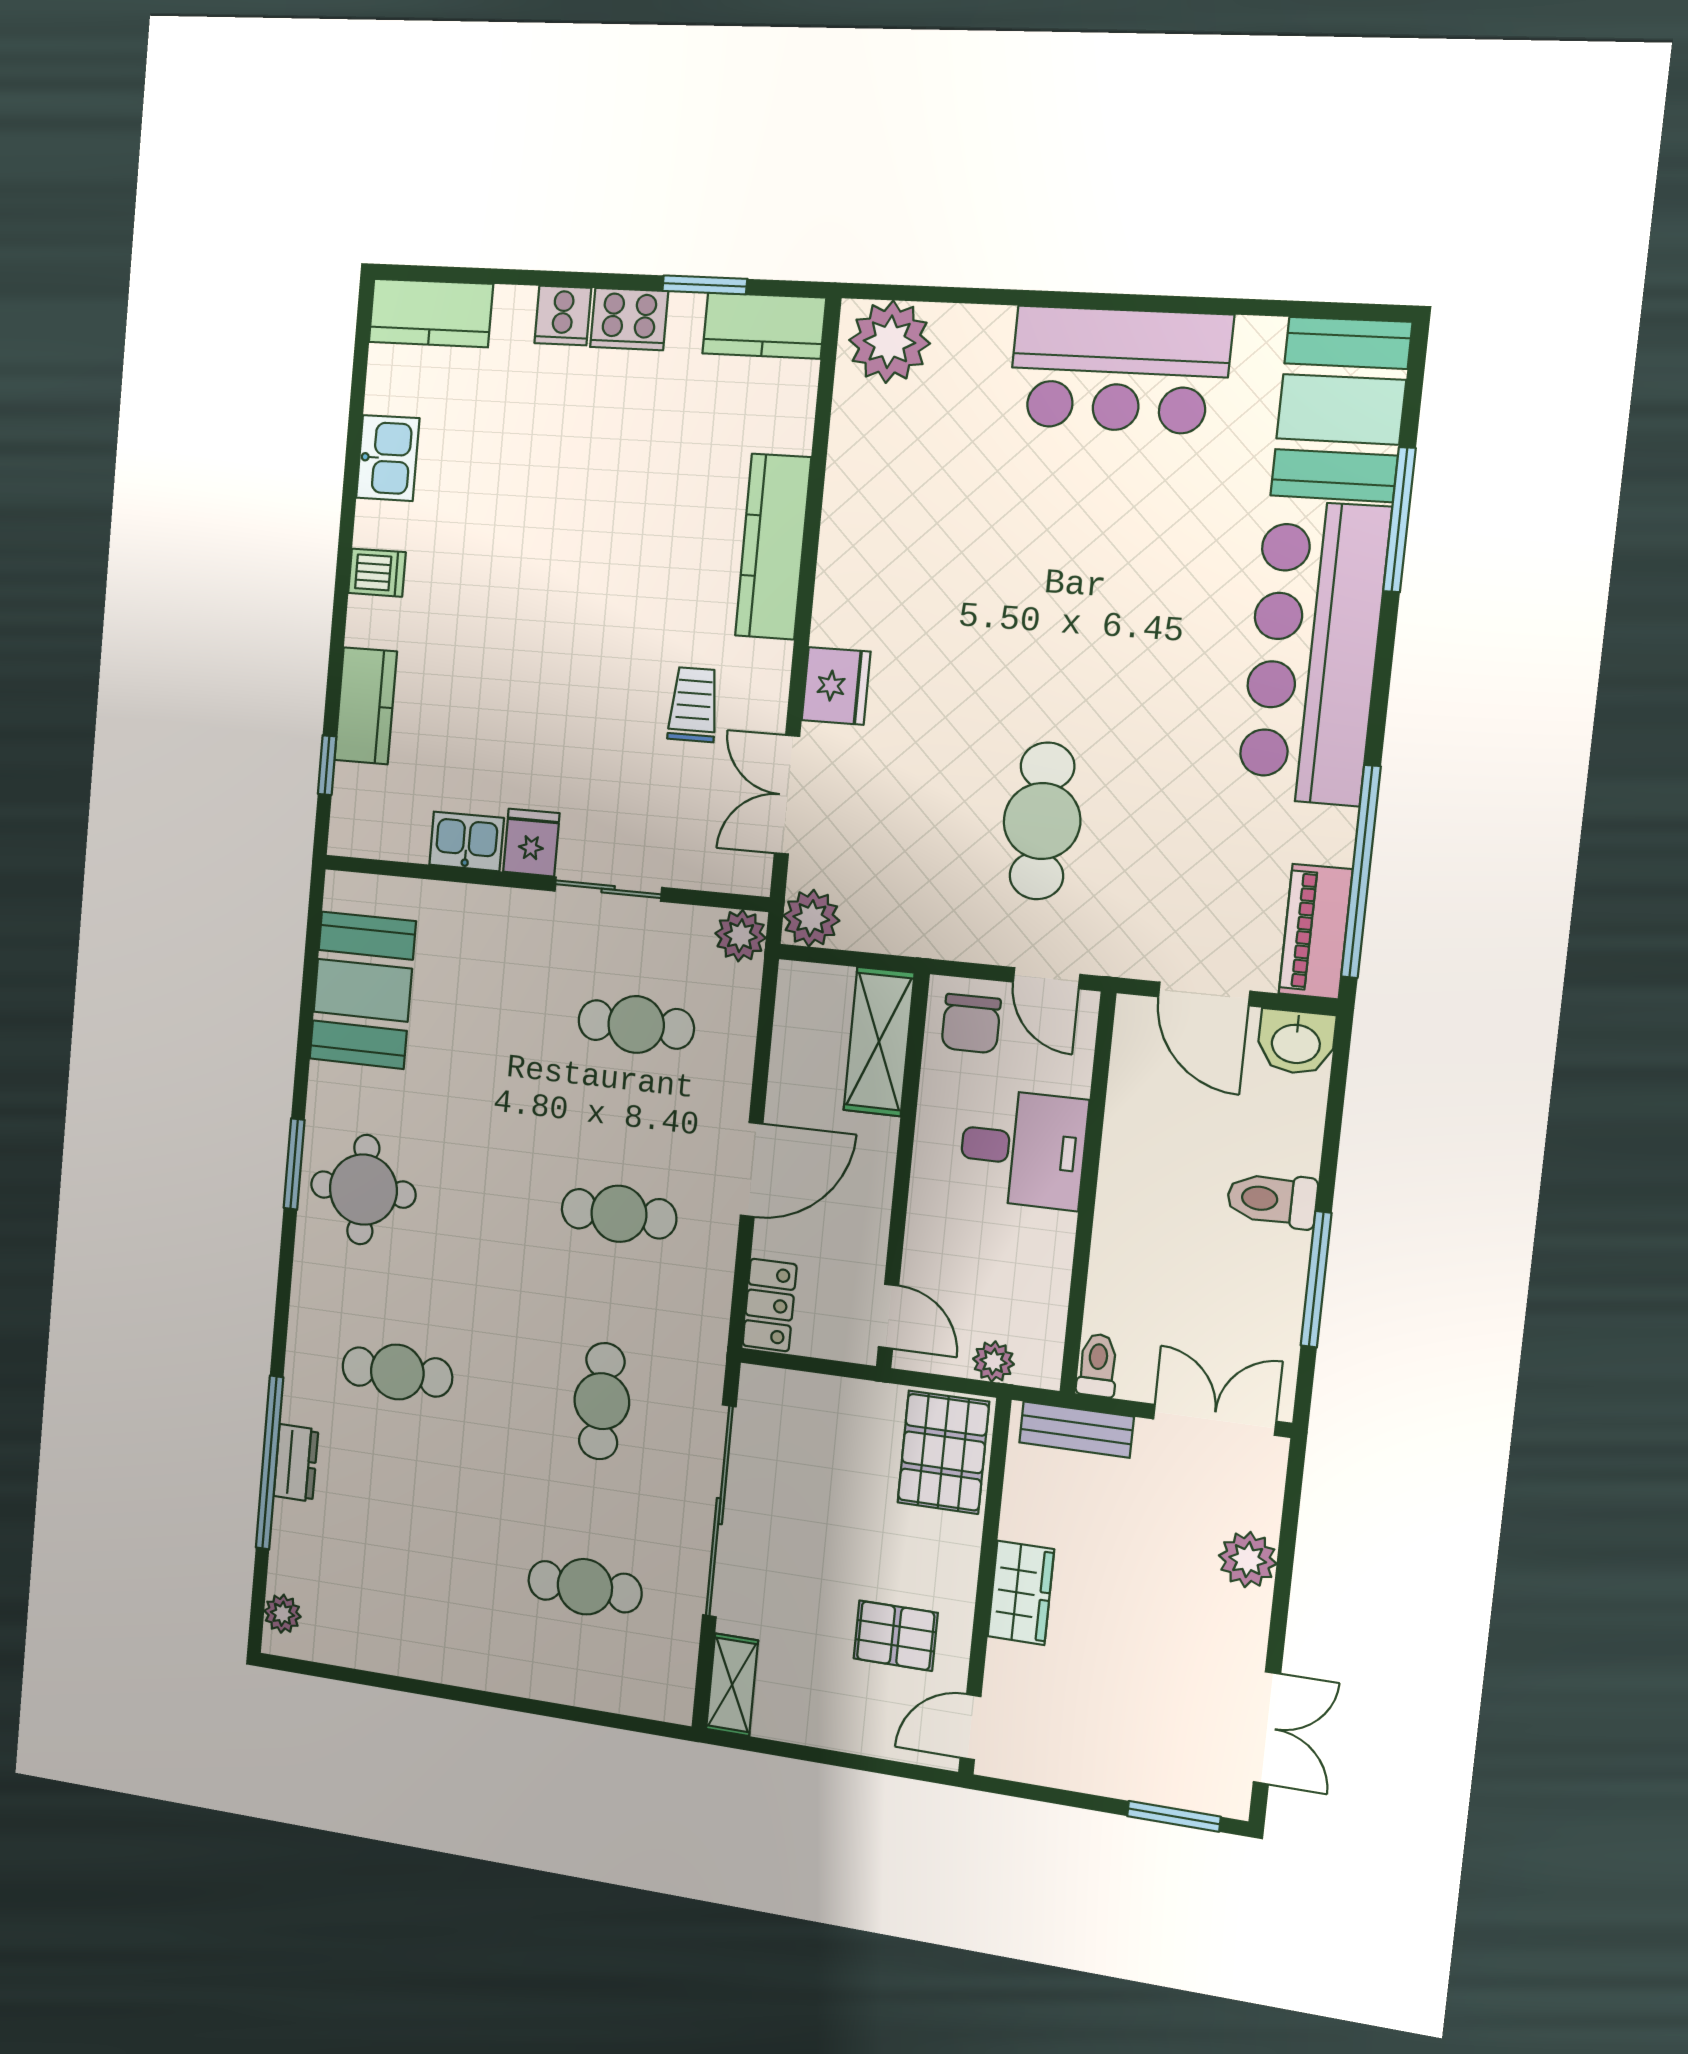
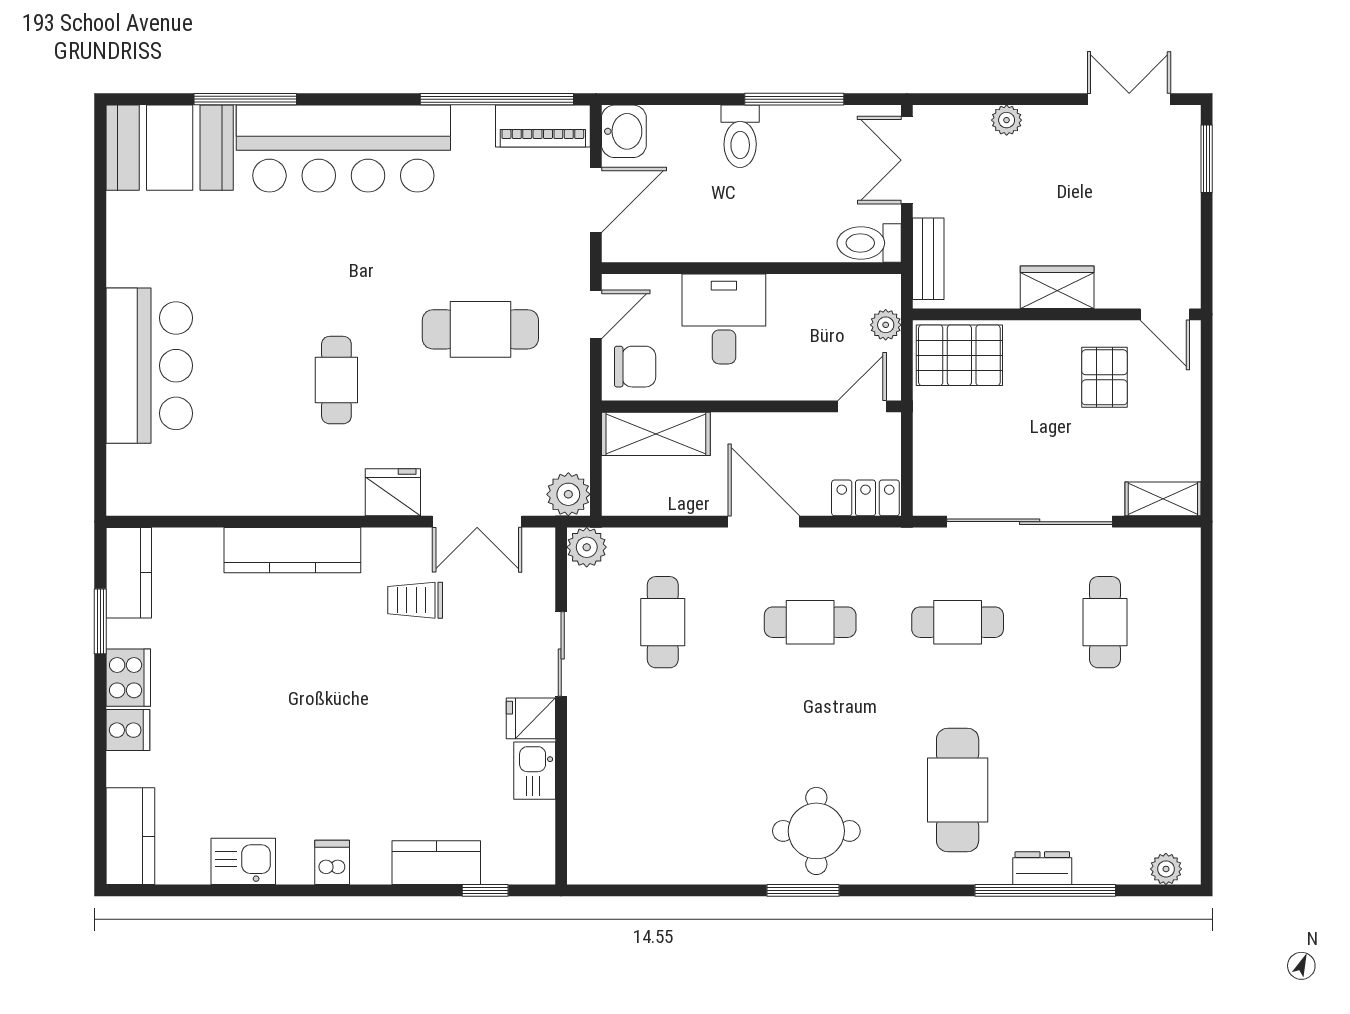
plant: (889, 342) -> (136, 477), removed
bar counter: (1119, 370) -> (149, 366), moved
cafe table: (993, 621) -> (336, 380), added
booth: (363, 990) -> (659, 845), removed
cafe table: (619, 1214) -> (810, 622), turned 90
toilet: (1098, 1365) -> (869, 243), width x1.37, depth x1.39
cafe table: (397, 1372) -> (958, 790), width x1.37, depth x1.35
plant: (1248, 1560) -> (1007, 120), width x0.73, depth x0.73

